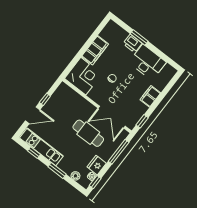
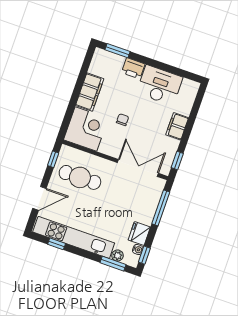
window: (139, 38) -> (117, 51), moved
window: (45, 99) -> (53, 159), moved
double door: (112, 117) -> (138, 168), swing flipped
cafe table: (88, 133) -> (80, 177), moved
kitchen unit: (41, 147) -> (74, 237), width x1.36
window: (57, 170) -> (113, 264), moved

